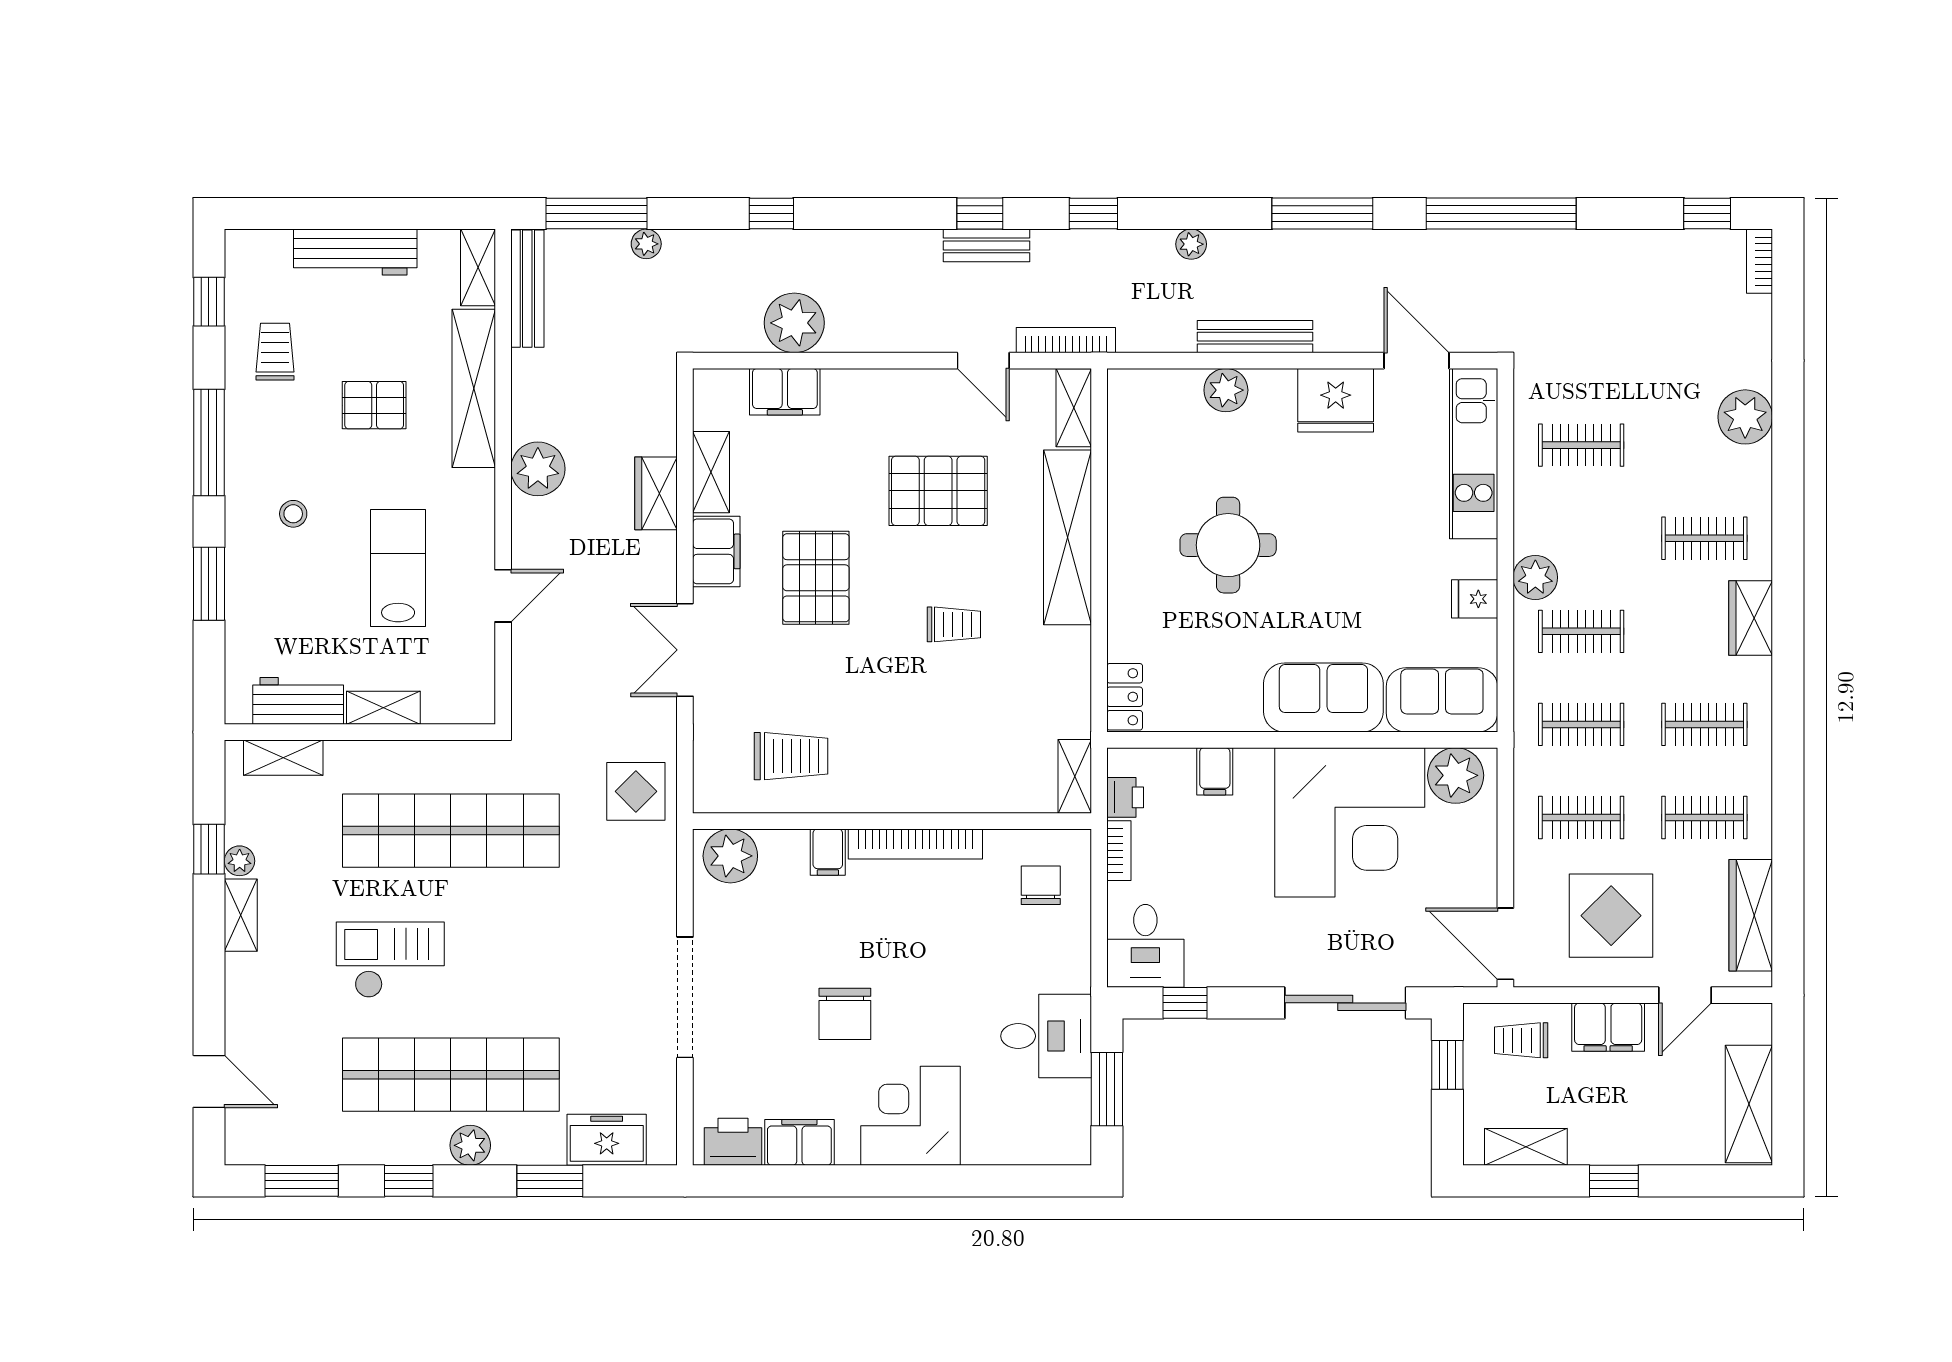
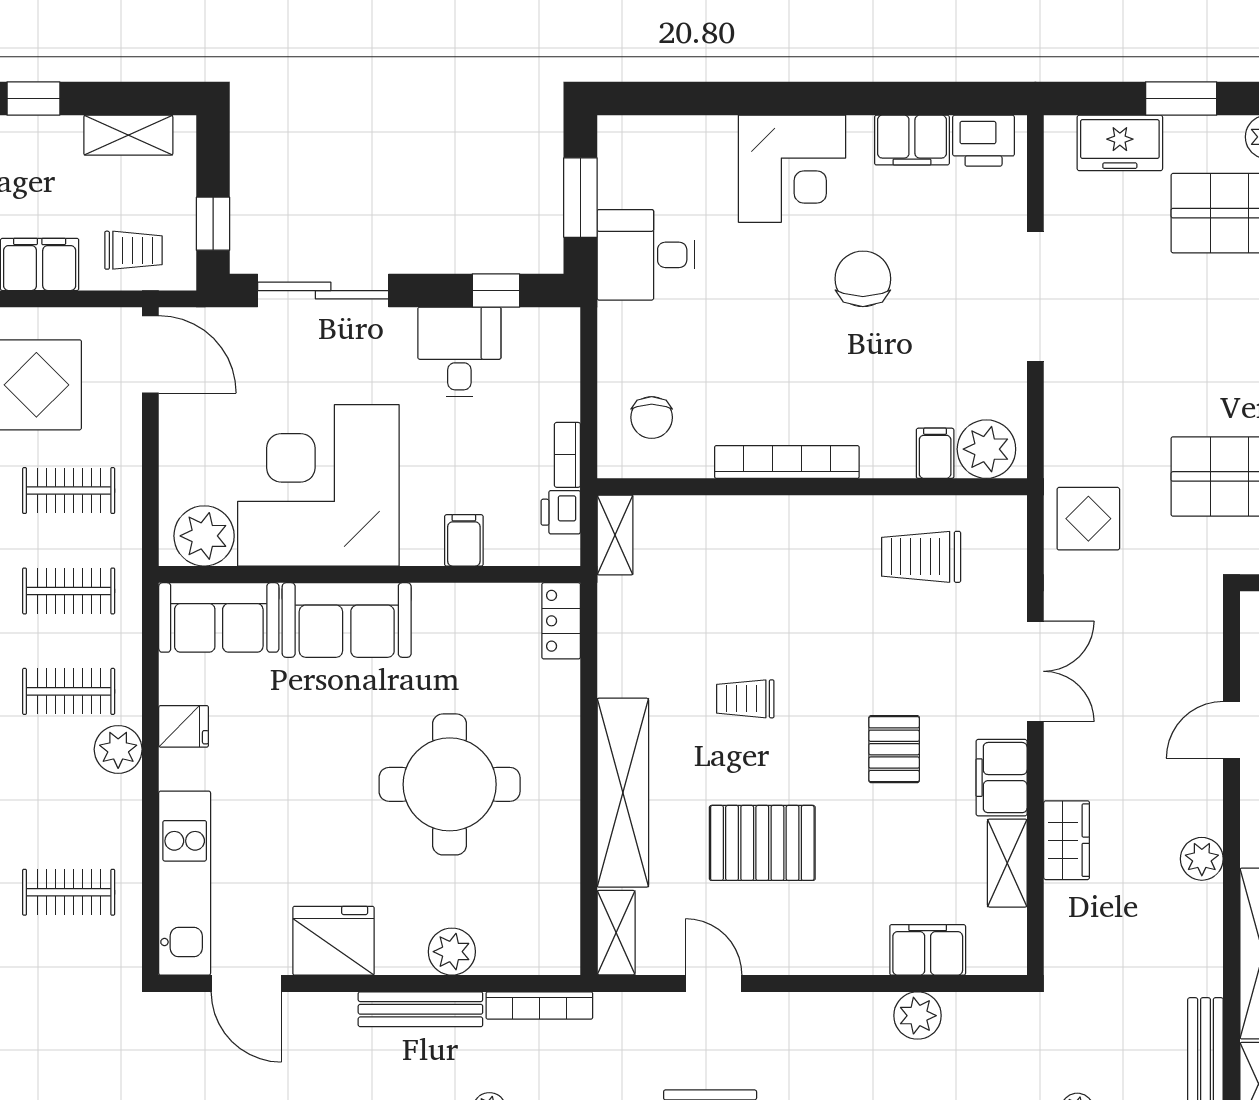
plant: (794, 323) -> (918, 1016), width x0.73, depth x0.73
bookcase: (1066, 340) -> (539, 1005), moved
plant: (538, 469) -> (1202, 859), width x0.73, depth x0.73
round table: (1228, 545) -> (450, 784), width x1.36, depth x1.36
pallet: (816, 578) -> (894, 749), width x0.67, depth x0.71
filing cabinet: (828, 852) -> (935, 453), moved
desk: (1145, 946) -> (459, 352), moved

